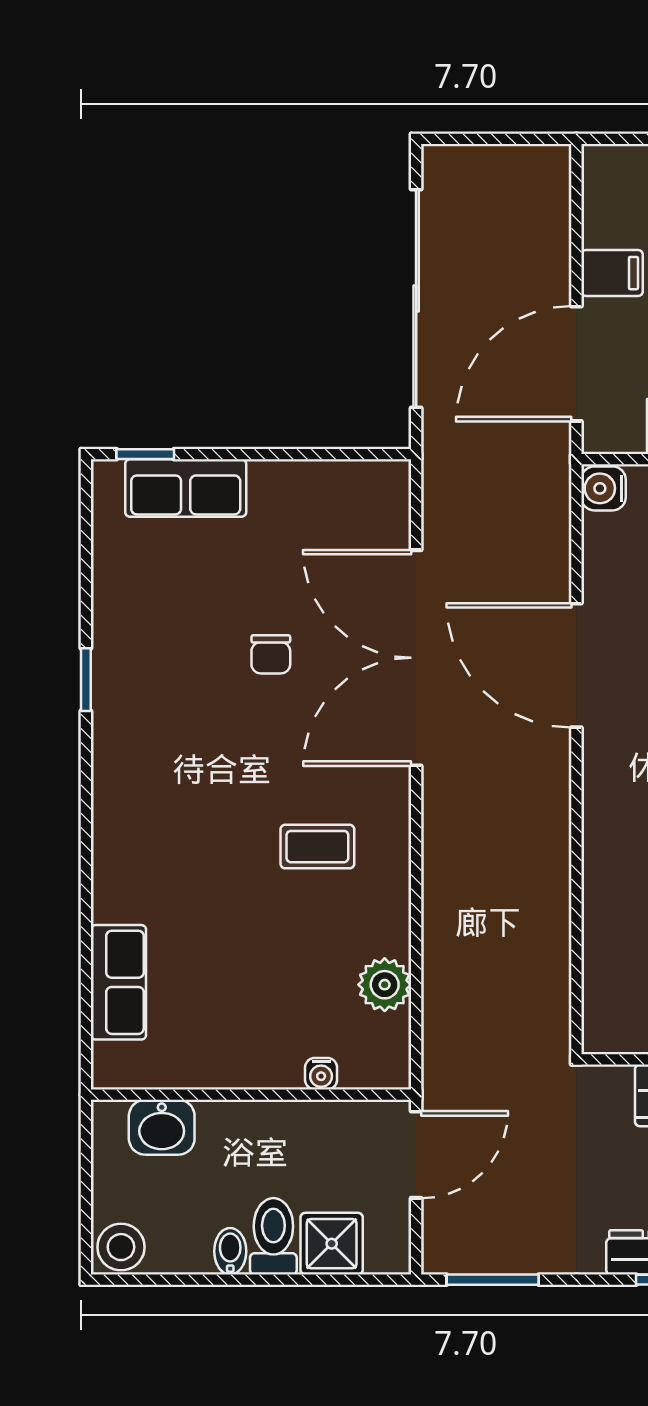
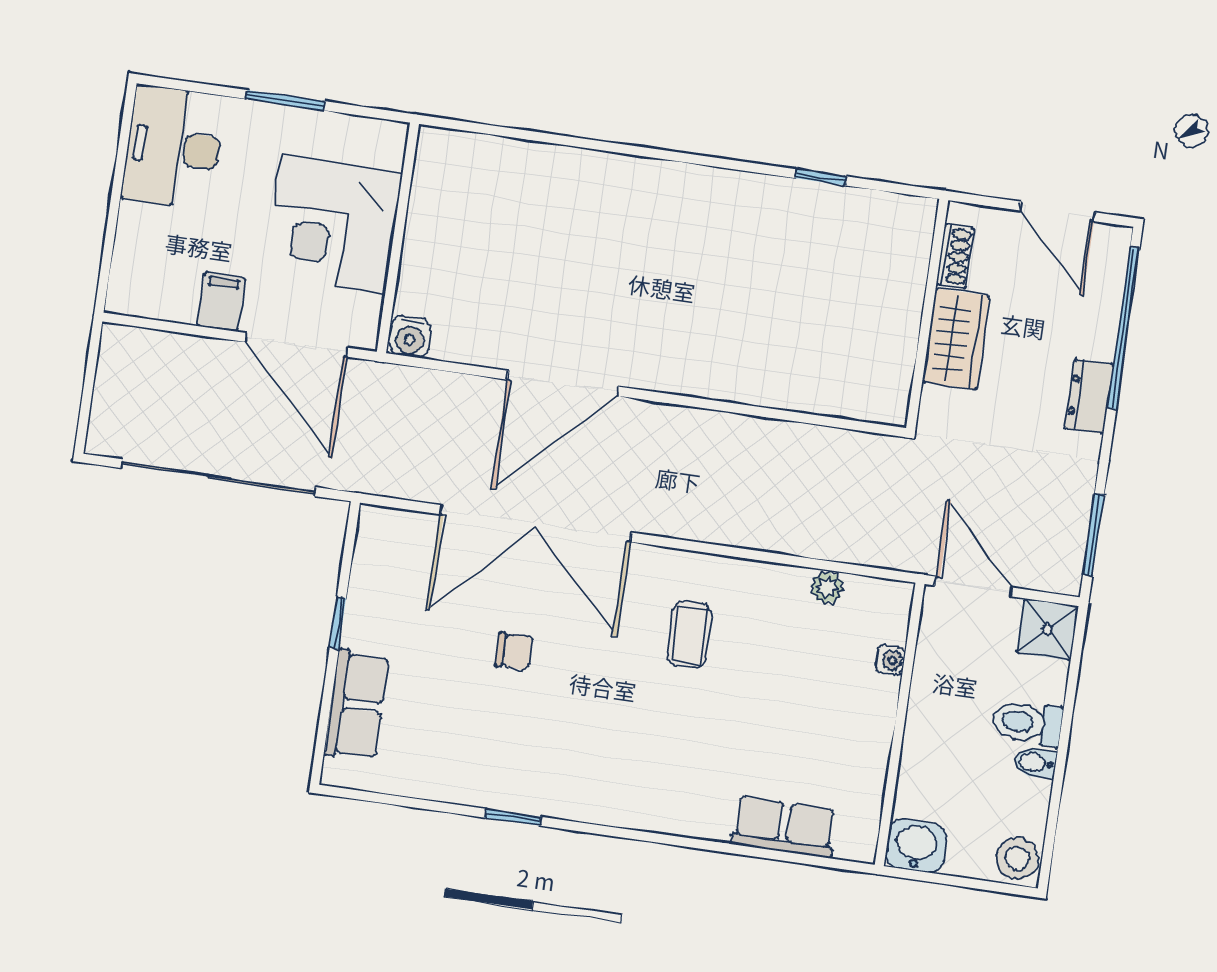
window: (145, 454) -> (338, 623), moved
plant: (385, 985) -> (827, 587), width x0.73, depth x0.73
washbasin: (162, 1127) -> (916, 846), moved, turned -90
shower: (332, 1244) -> (1048, 629), moved

